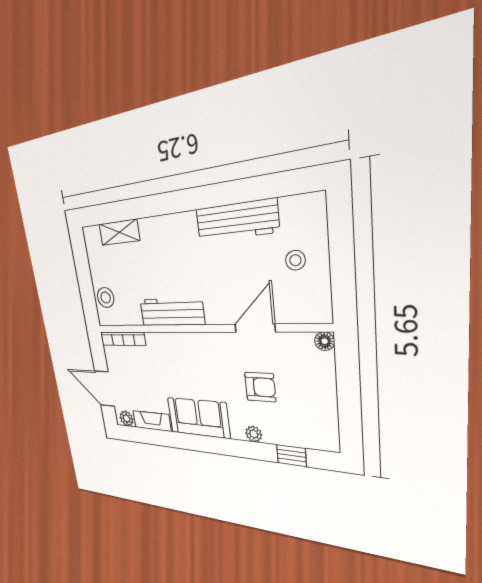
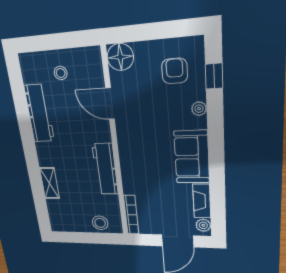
shelving: (119, 232) -> (50, 183), moved
floor lamp: (325, 341) -> (120, 57), width x1.89, depth x1.89
armchair: (260, 387) -> (175, 71), moved

